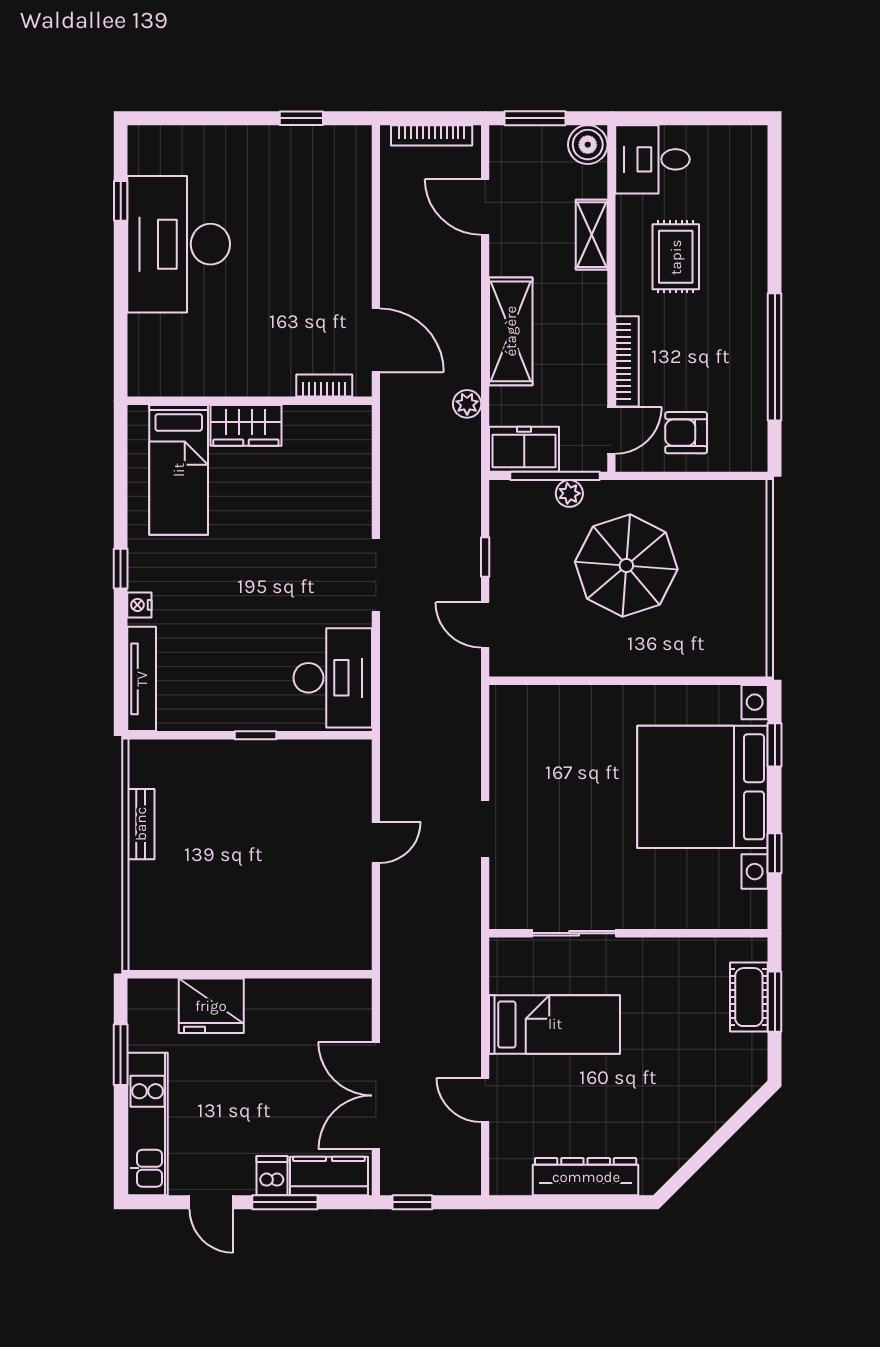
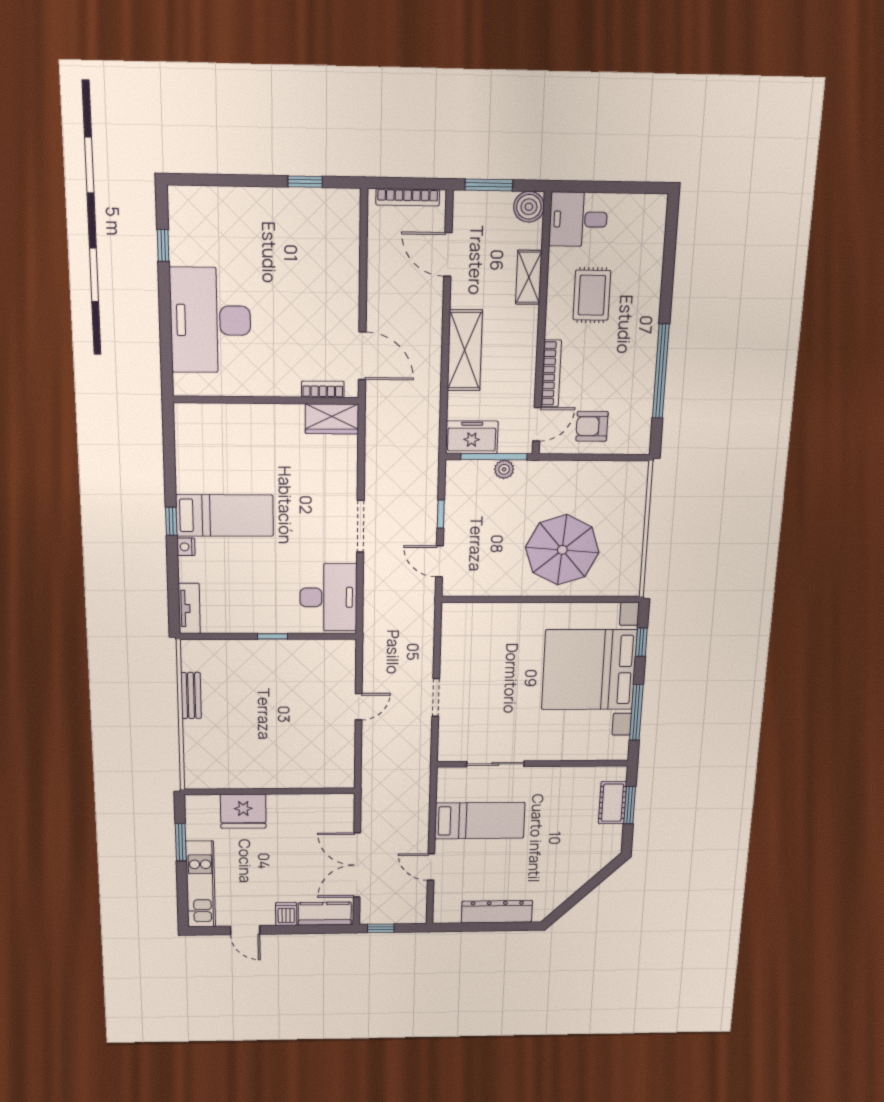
desk: (179, 244) -> (210, 320), moved
plant: (467, 404) -> (430, 404), removed
wardrobe: (246, 425) -> (332, 419), moved
bed: (179, 470) -> (225, 516), moved, turned -90
parasol: (626, 566) -> (562, 550), moved
tv unit: (142, 679) -> (189, 608), width x0.71
window: (775, 853) -> (636, 712), width x2.17
window: (285, 1202) -> (295, 930), removed

